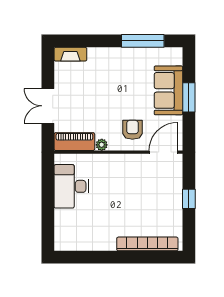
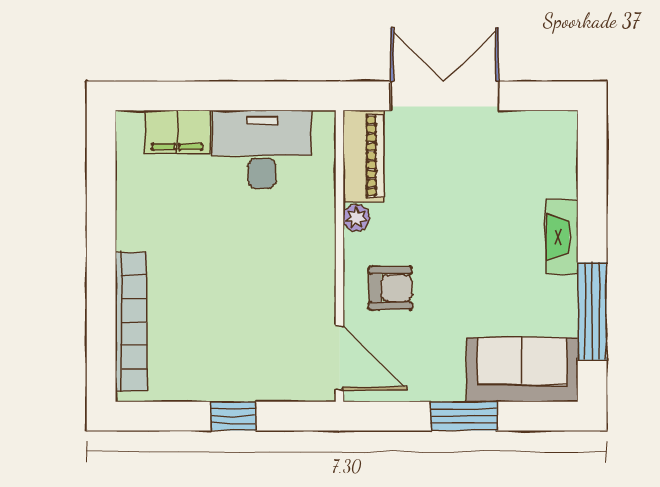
fireplace: (70, 54) -> (562, 237), moved
sofa: (168, 90) -> (522, 370), moved
double door: (48, 106) -> (444, 96), width x1.37
filing cabinet: (64, 224) -> (177, 132), added

